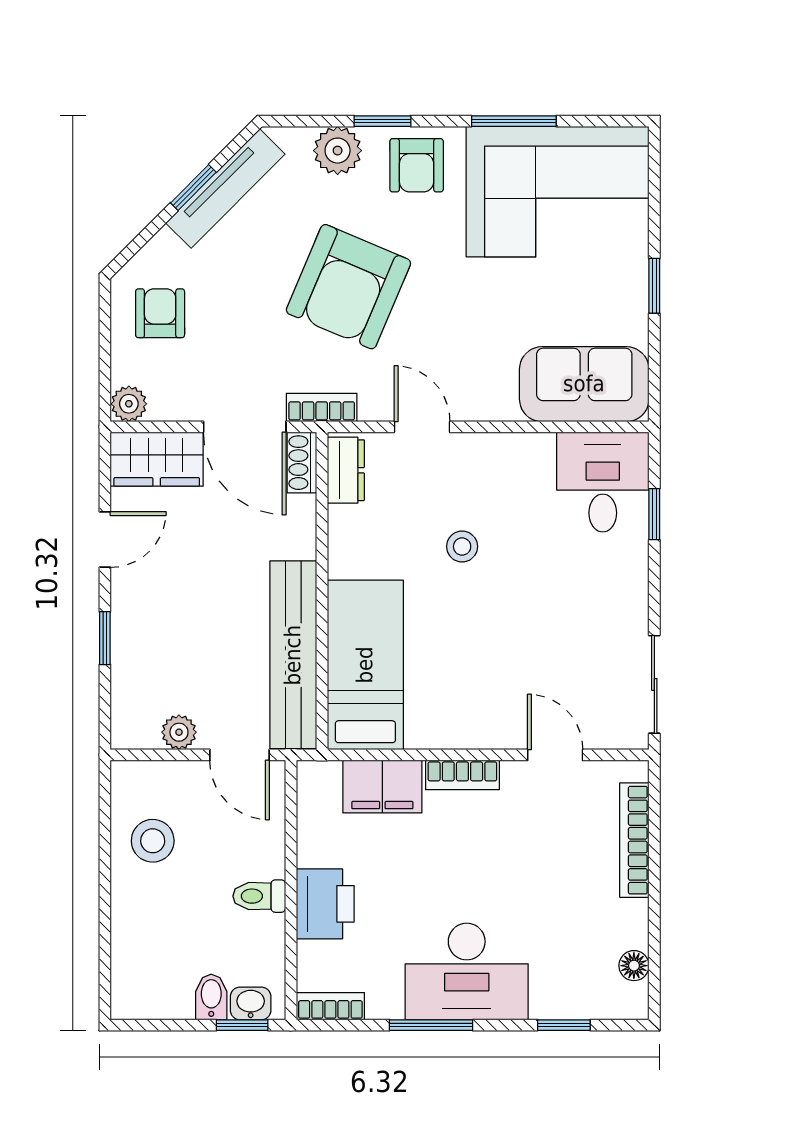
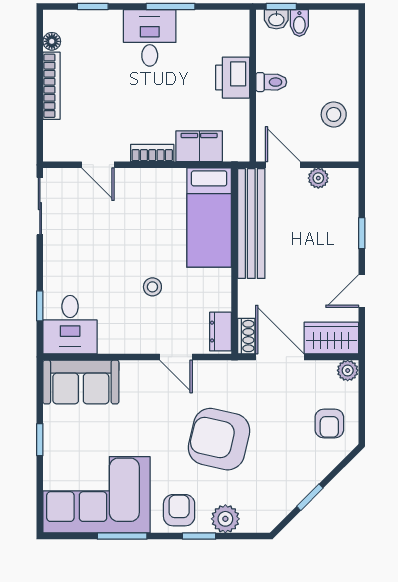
tv unit: (225, 189) -> (291, 497), removed
armchair: (348, 287) -> (219, 439), turned -100
bookcase: (322, 407) -> (235, 368), removed
bookcase: (634, 840) -> (52, 86), moved
desk: (467, 972) -> (150, 38), width x0.73
bookcase: (330, 1006) -> (230, 18), removed

